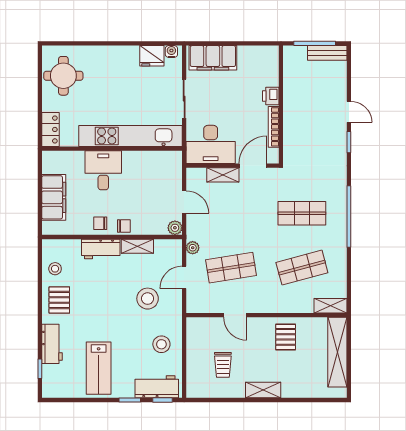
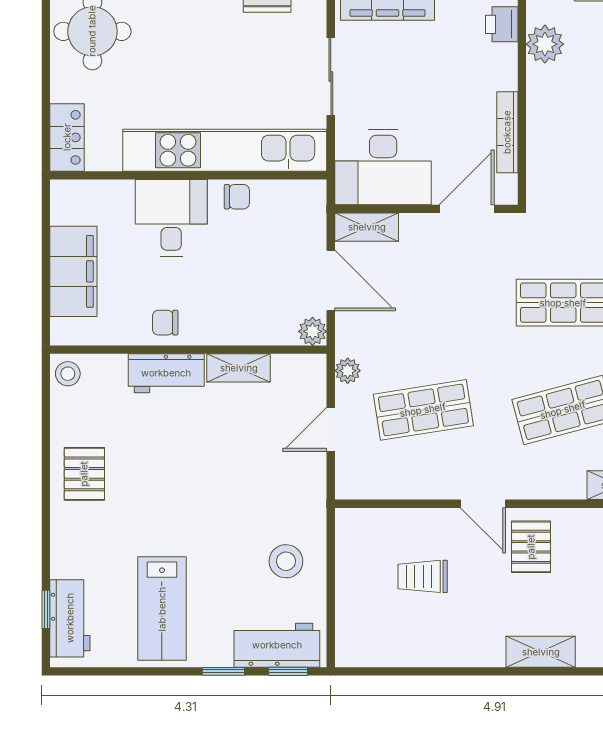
plant: (293, 82) -> (545, 44), added
printer: (271, 96) -> (502, 24), moved
shelving: (223, 175) -> (367, 227), moved
door: (184, 202) -> (331, 280), width x1.38
chair: (124, 226) -> (237, 197), moved
stool: (55, 269) -> (68, 374), moved
stool: (148, 299) -> (259, 471), removed
door: (235, 315) -> (483, 504), moved
workbench: (52, 344) -> (70, 618), moved
trolley: (223, 365) -> (423, 576), moved, turned 90
shelving: (263, 390) -> (541, 652), moved

